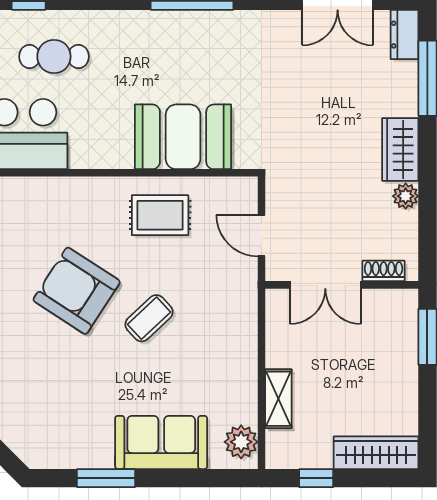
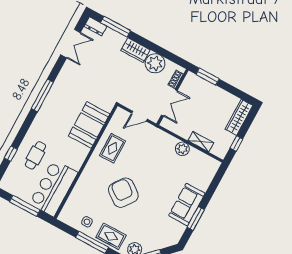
plant: (406, 196) -> (155, 63), width x1.88, depth x1.88
armchair: (77, 291) -> (123, 193), turned 93
coffee table: (149, 318) -> (147, 172), removed
sofa: (161, 442) -> (187, 204), moved
plant: (241, 442) -> (182, 149), moved

